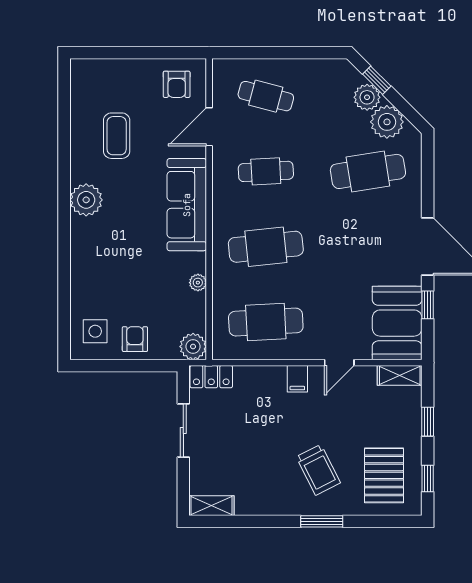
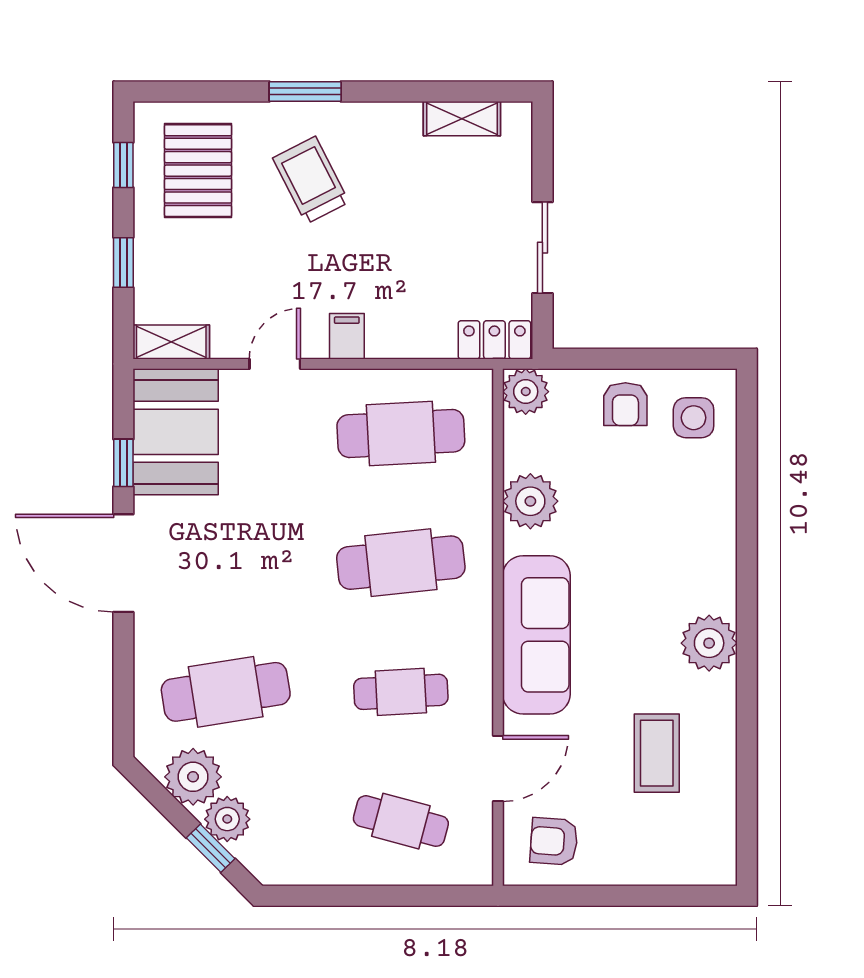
armchair: (177, 84) -> (554, 841), turned -86
plant: (198, 283) -> (530, 501), width x1.87, depth x1.87
shelving: (211, 506) -> (462, 119), moved

